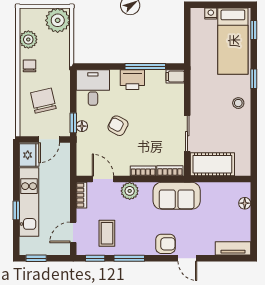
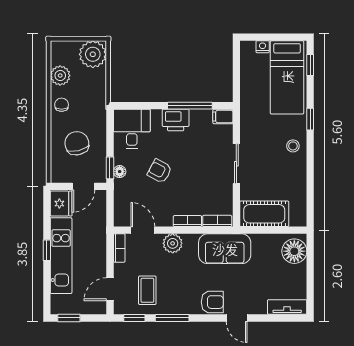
sliding door: (187, 134) -> (236, 164), moved
floor lamp: (245, 203) -> (294, 251), width x1.89, depth x1.89
window: (16, 210) -> (47, 250), moved

